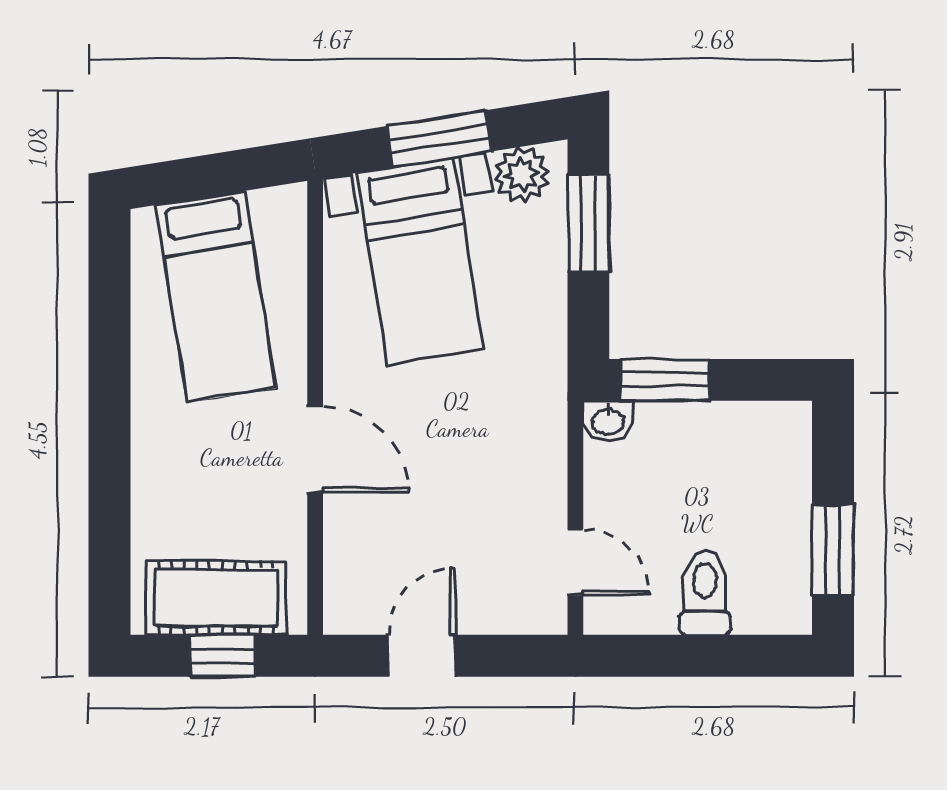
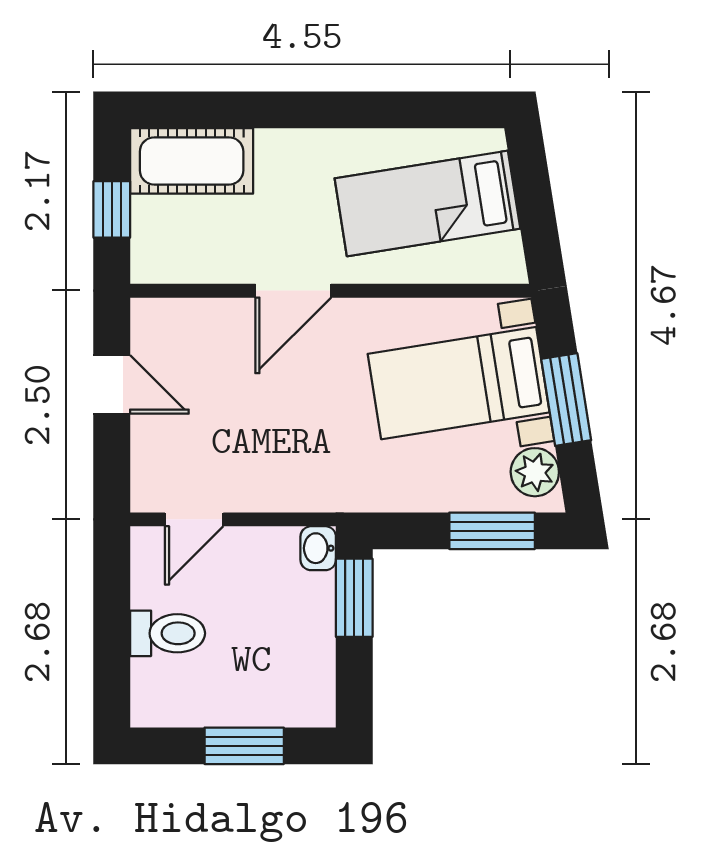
window: (833, 550) -> (244, 746), moved
cot: (216, 598) -> (192, 161), moved, turned 90

